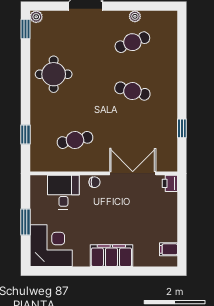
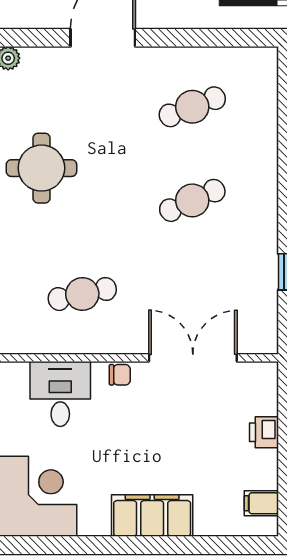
plant: (135, 16) -> (197, 57), removed
cafe table: (132, 91) -> (192, 200), turned -39
printer: (170, 183) -> (264, 432), moved

